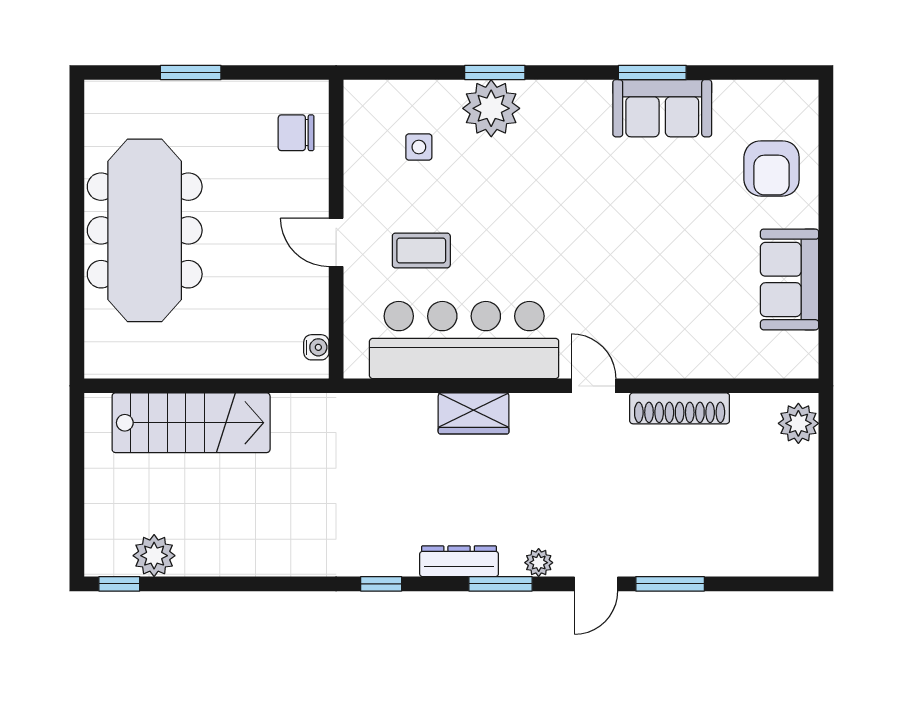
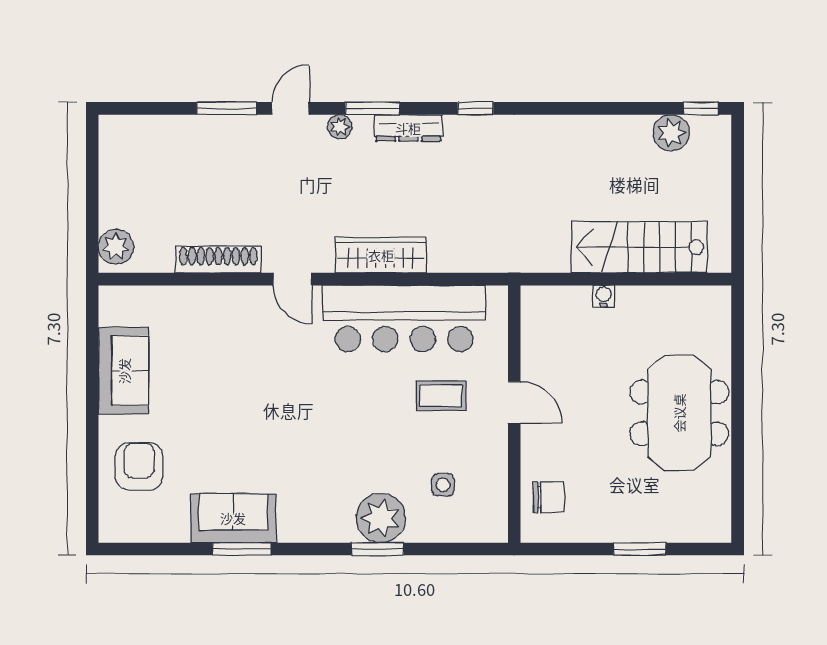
meeting table: (145, 230) -> (679, 413), width x0.73
water cooler: (316, 347) -> (604, 296), moved, turned 90
wardrobe: (474, 413) -> (381, 255), width x1.50

